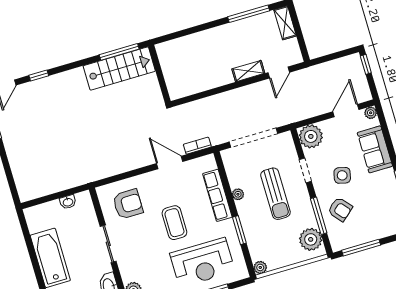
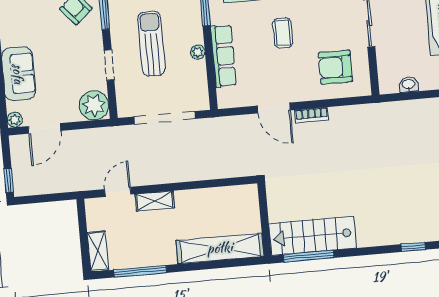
shelving: (190, 44) -> (220, 248), added
bookcase: (197, 146) -> (312, 115), moved
side table: (342, 175) -> (65, 50), removed
coffee table: (174, 223) -> (283, 33), width x0.73, depth x0.77

